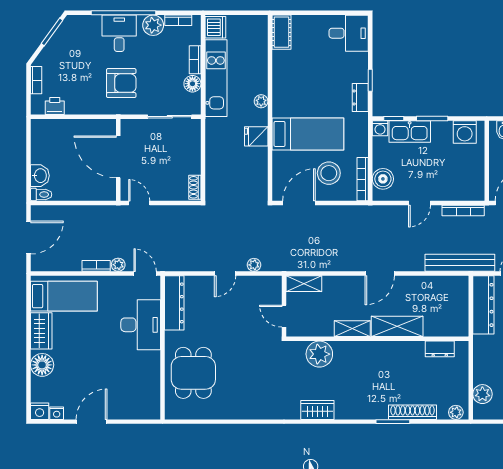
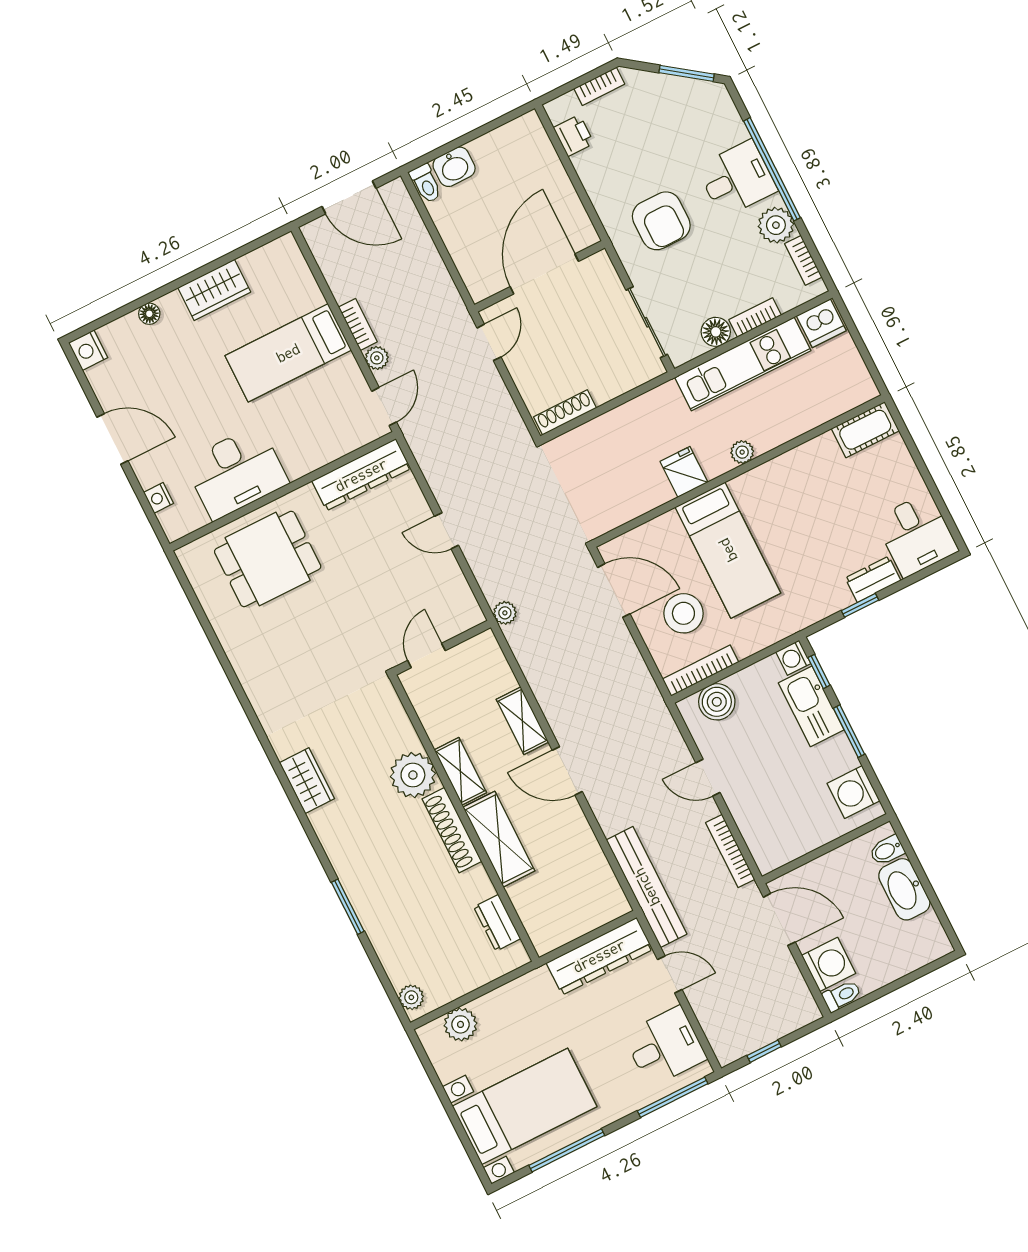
dresser: (360, 97) -> (873, 579), moved
shoe rack: (195, 187) -> (565, 412), width x1.43
plant: (254, 265) -> (505, 613), moved
shelving: (304, 284) -> (522, 721), moved
bed: (64, 296) -> (288, 353), moved, turned 90
desk: (141, 325) -> (236, 472), moved
plant: (319, 354) -> (413, 775), moved
floor lamp: (42, 365) -> (149, 314), width x0.53, depth x0.53
shoe rack: (413, 412) -> (452, 830), moved, turned 180
nightstand: (57, 413) -> (159, 498), moved

